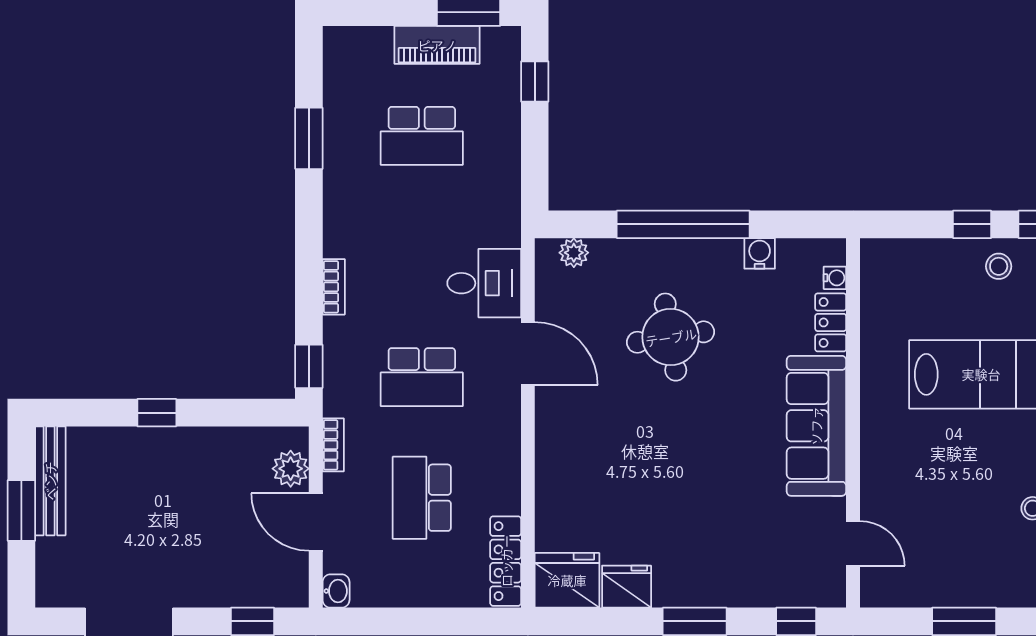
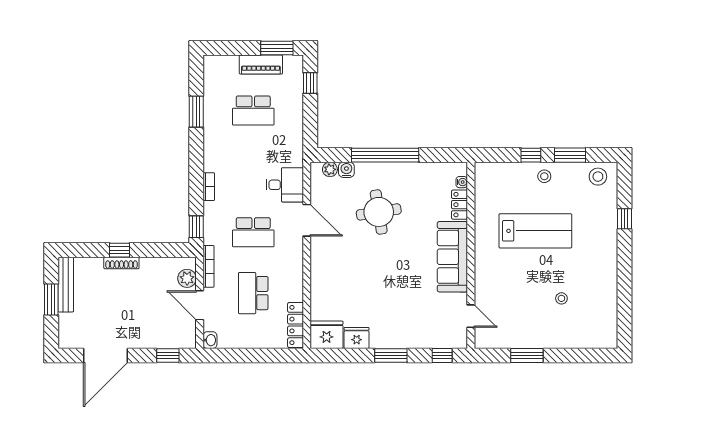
water cooler: (760, 253) -> (346, 170), moved
shoe rack: (161, 438) -> (121, 263), added
bookcase: (333, 445) -> (209, 266), width x1.56

